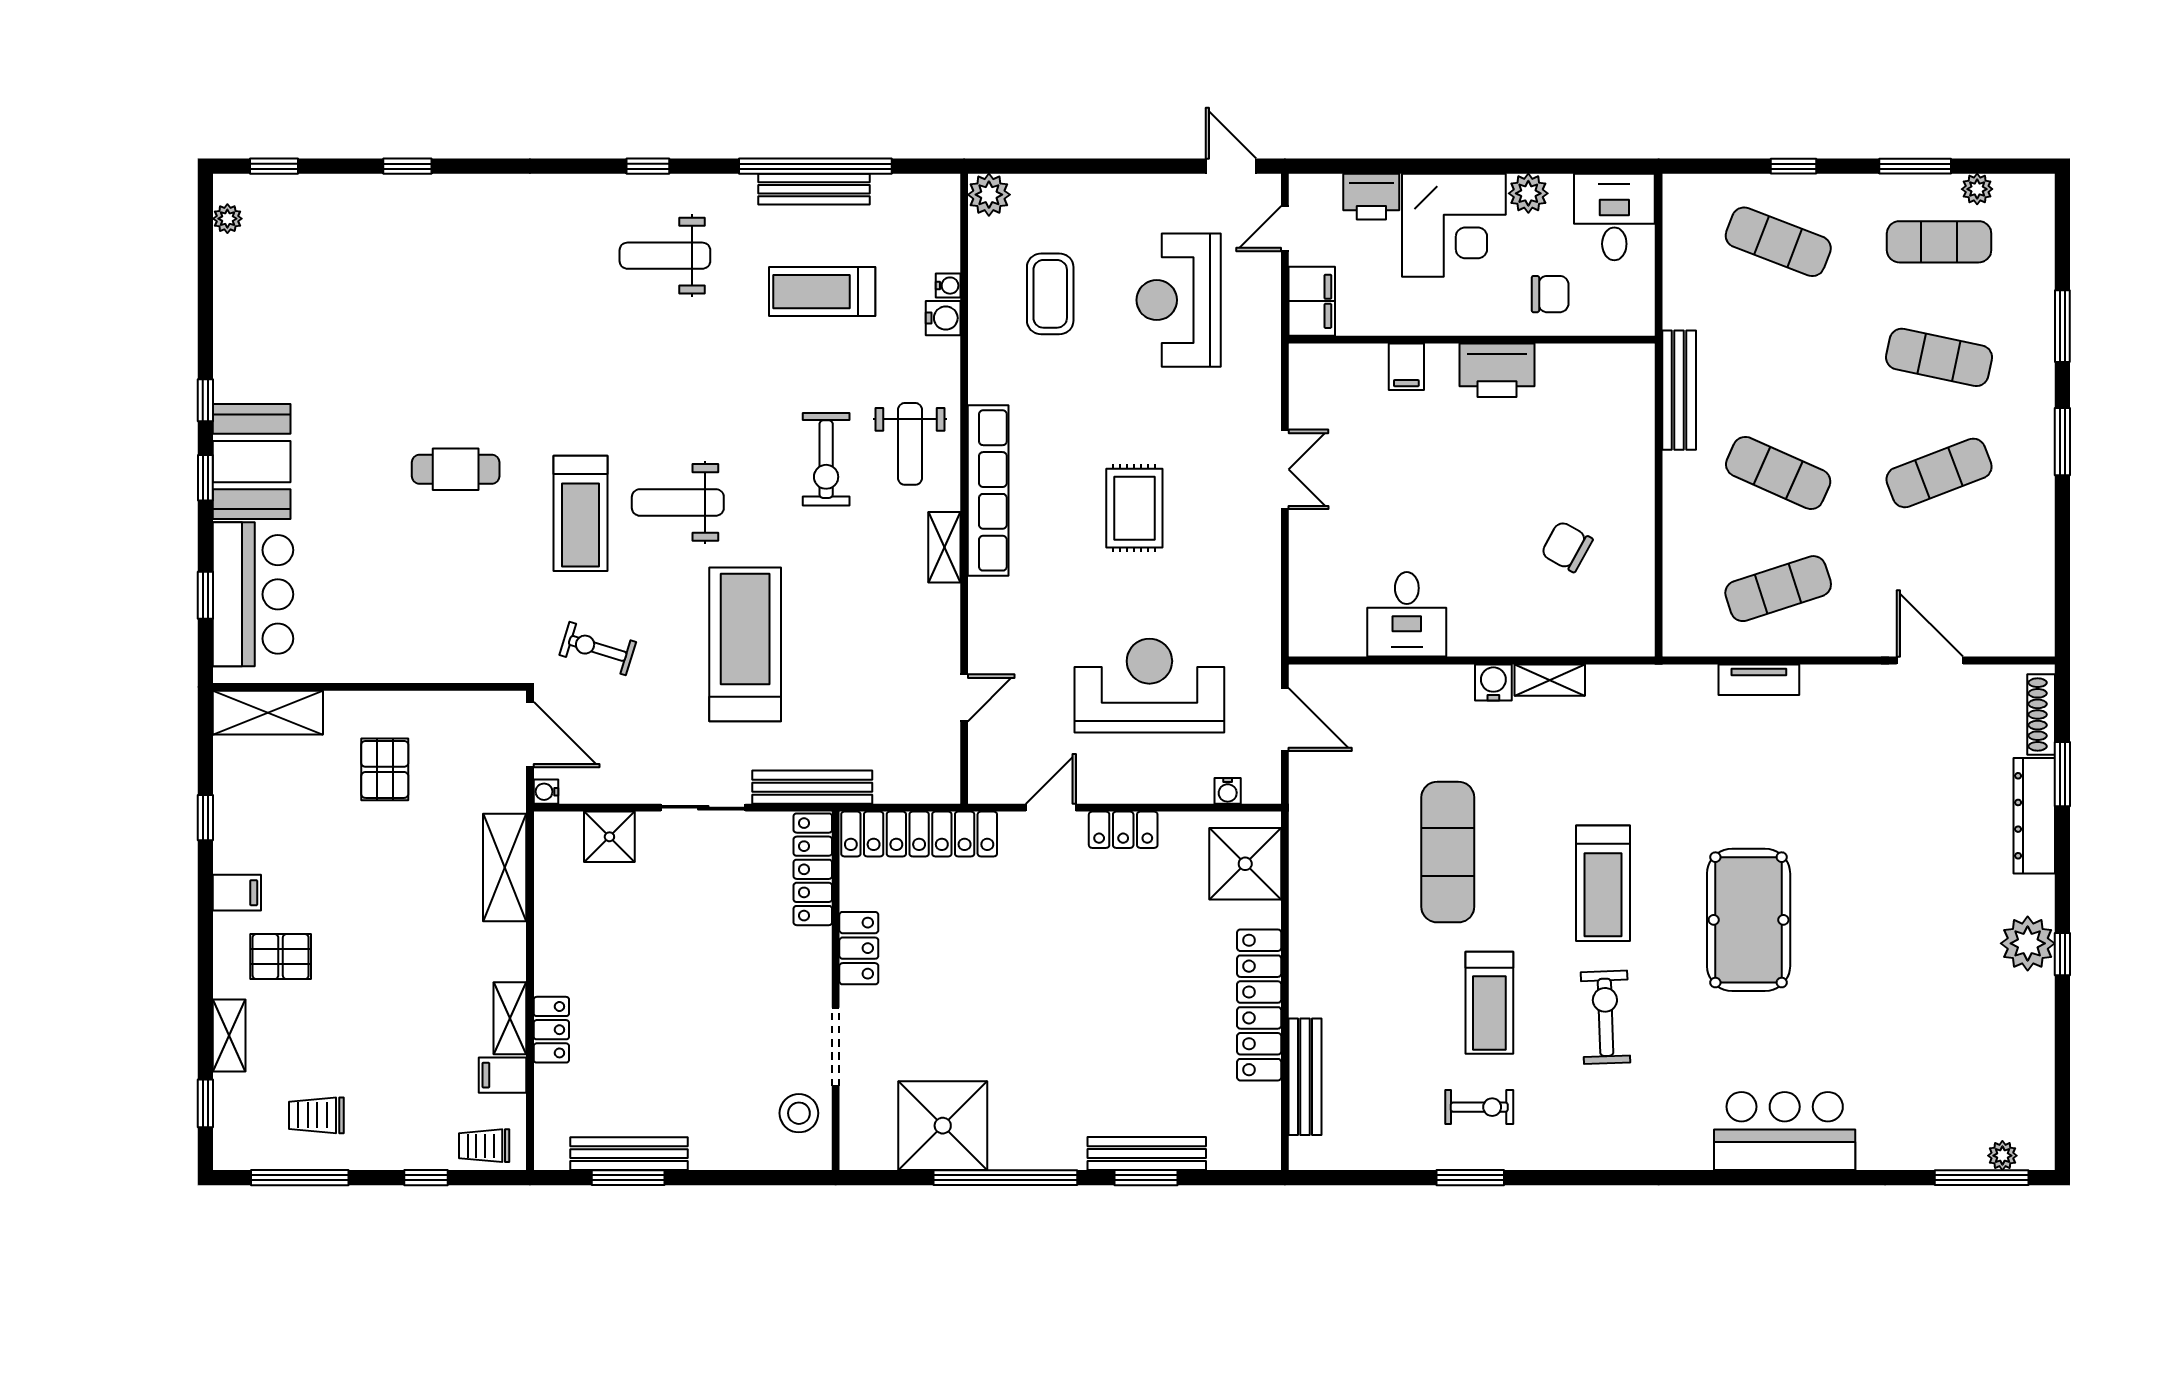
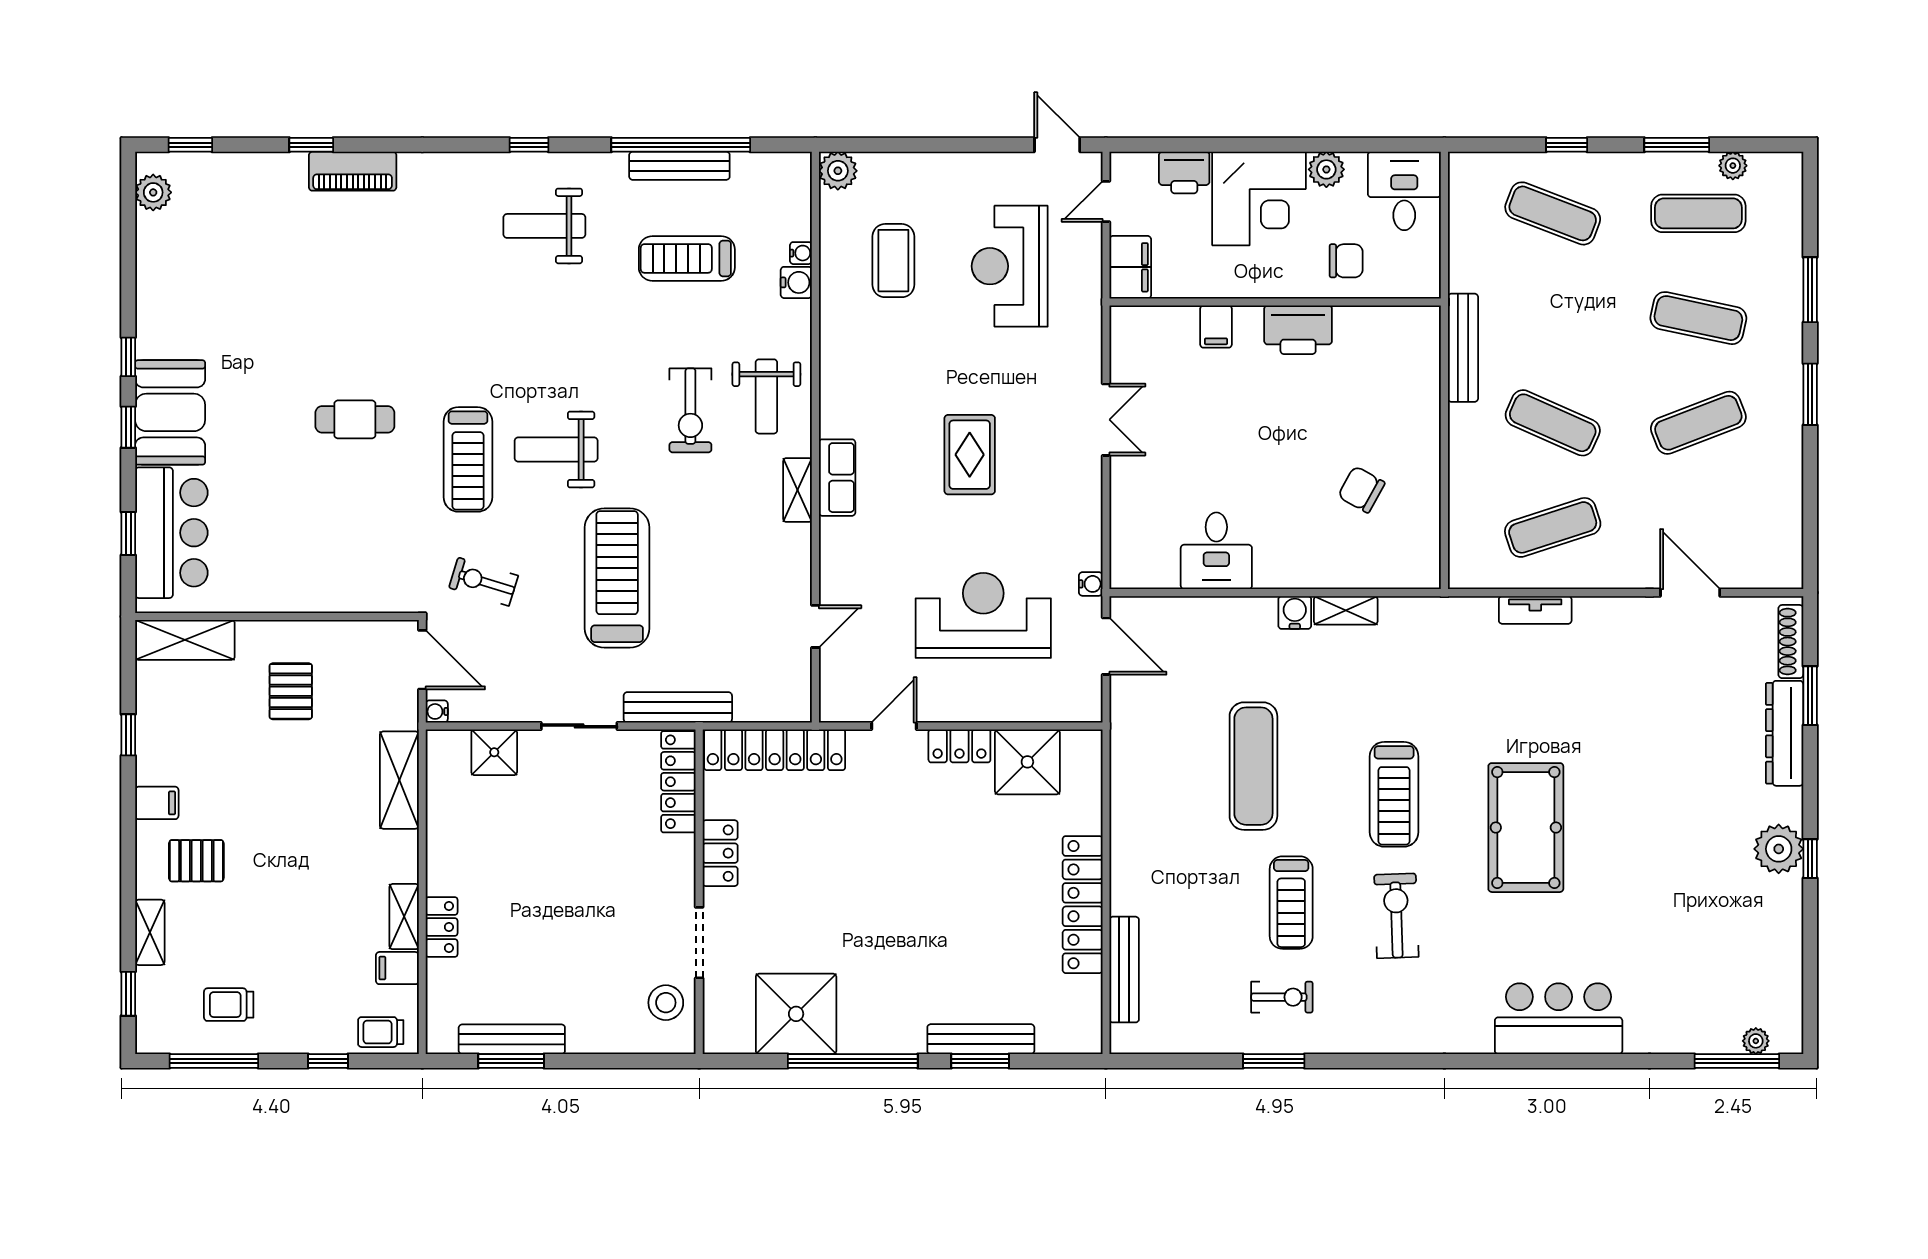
piano: (453, 195) -> (353, 171), added
plant: (227, 219) -> (153, 192), width x1.38, depth x1.38
row of seats: (988, 490) -> (837, 478), width x0.50
water cooler: (1228, 791) -> (1091, 584), moved, turned -90
shower: (1245, 864) -> (1027, 762), moved

